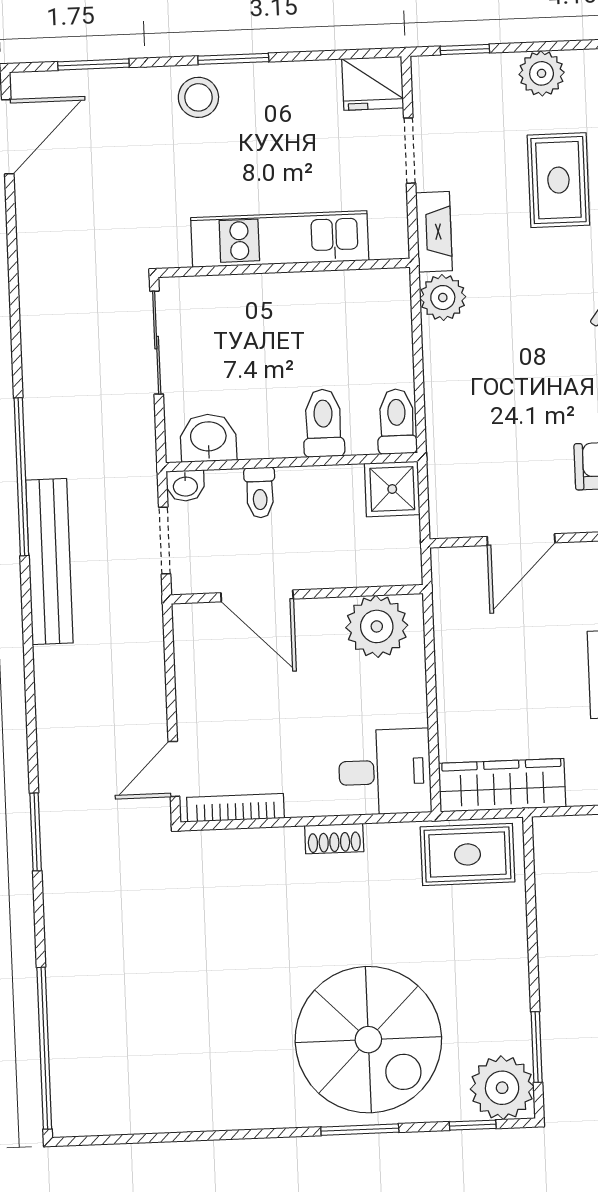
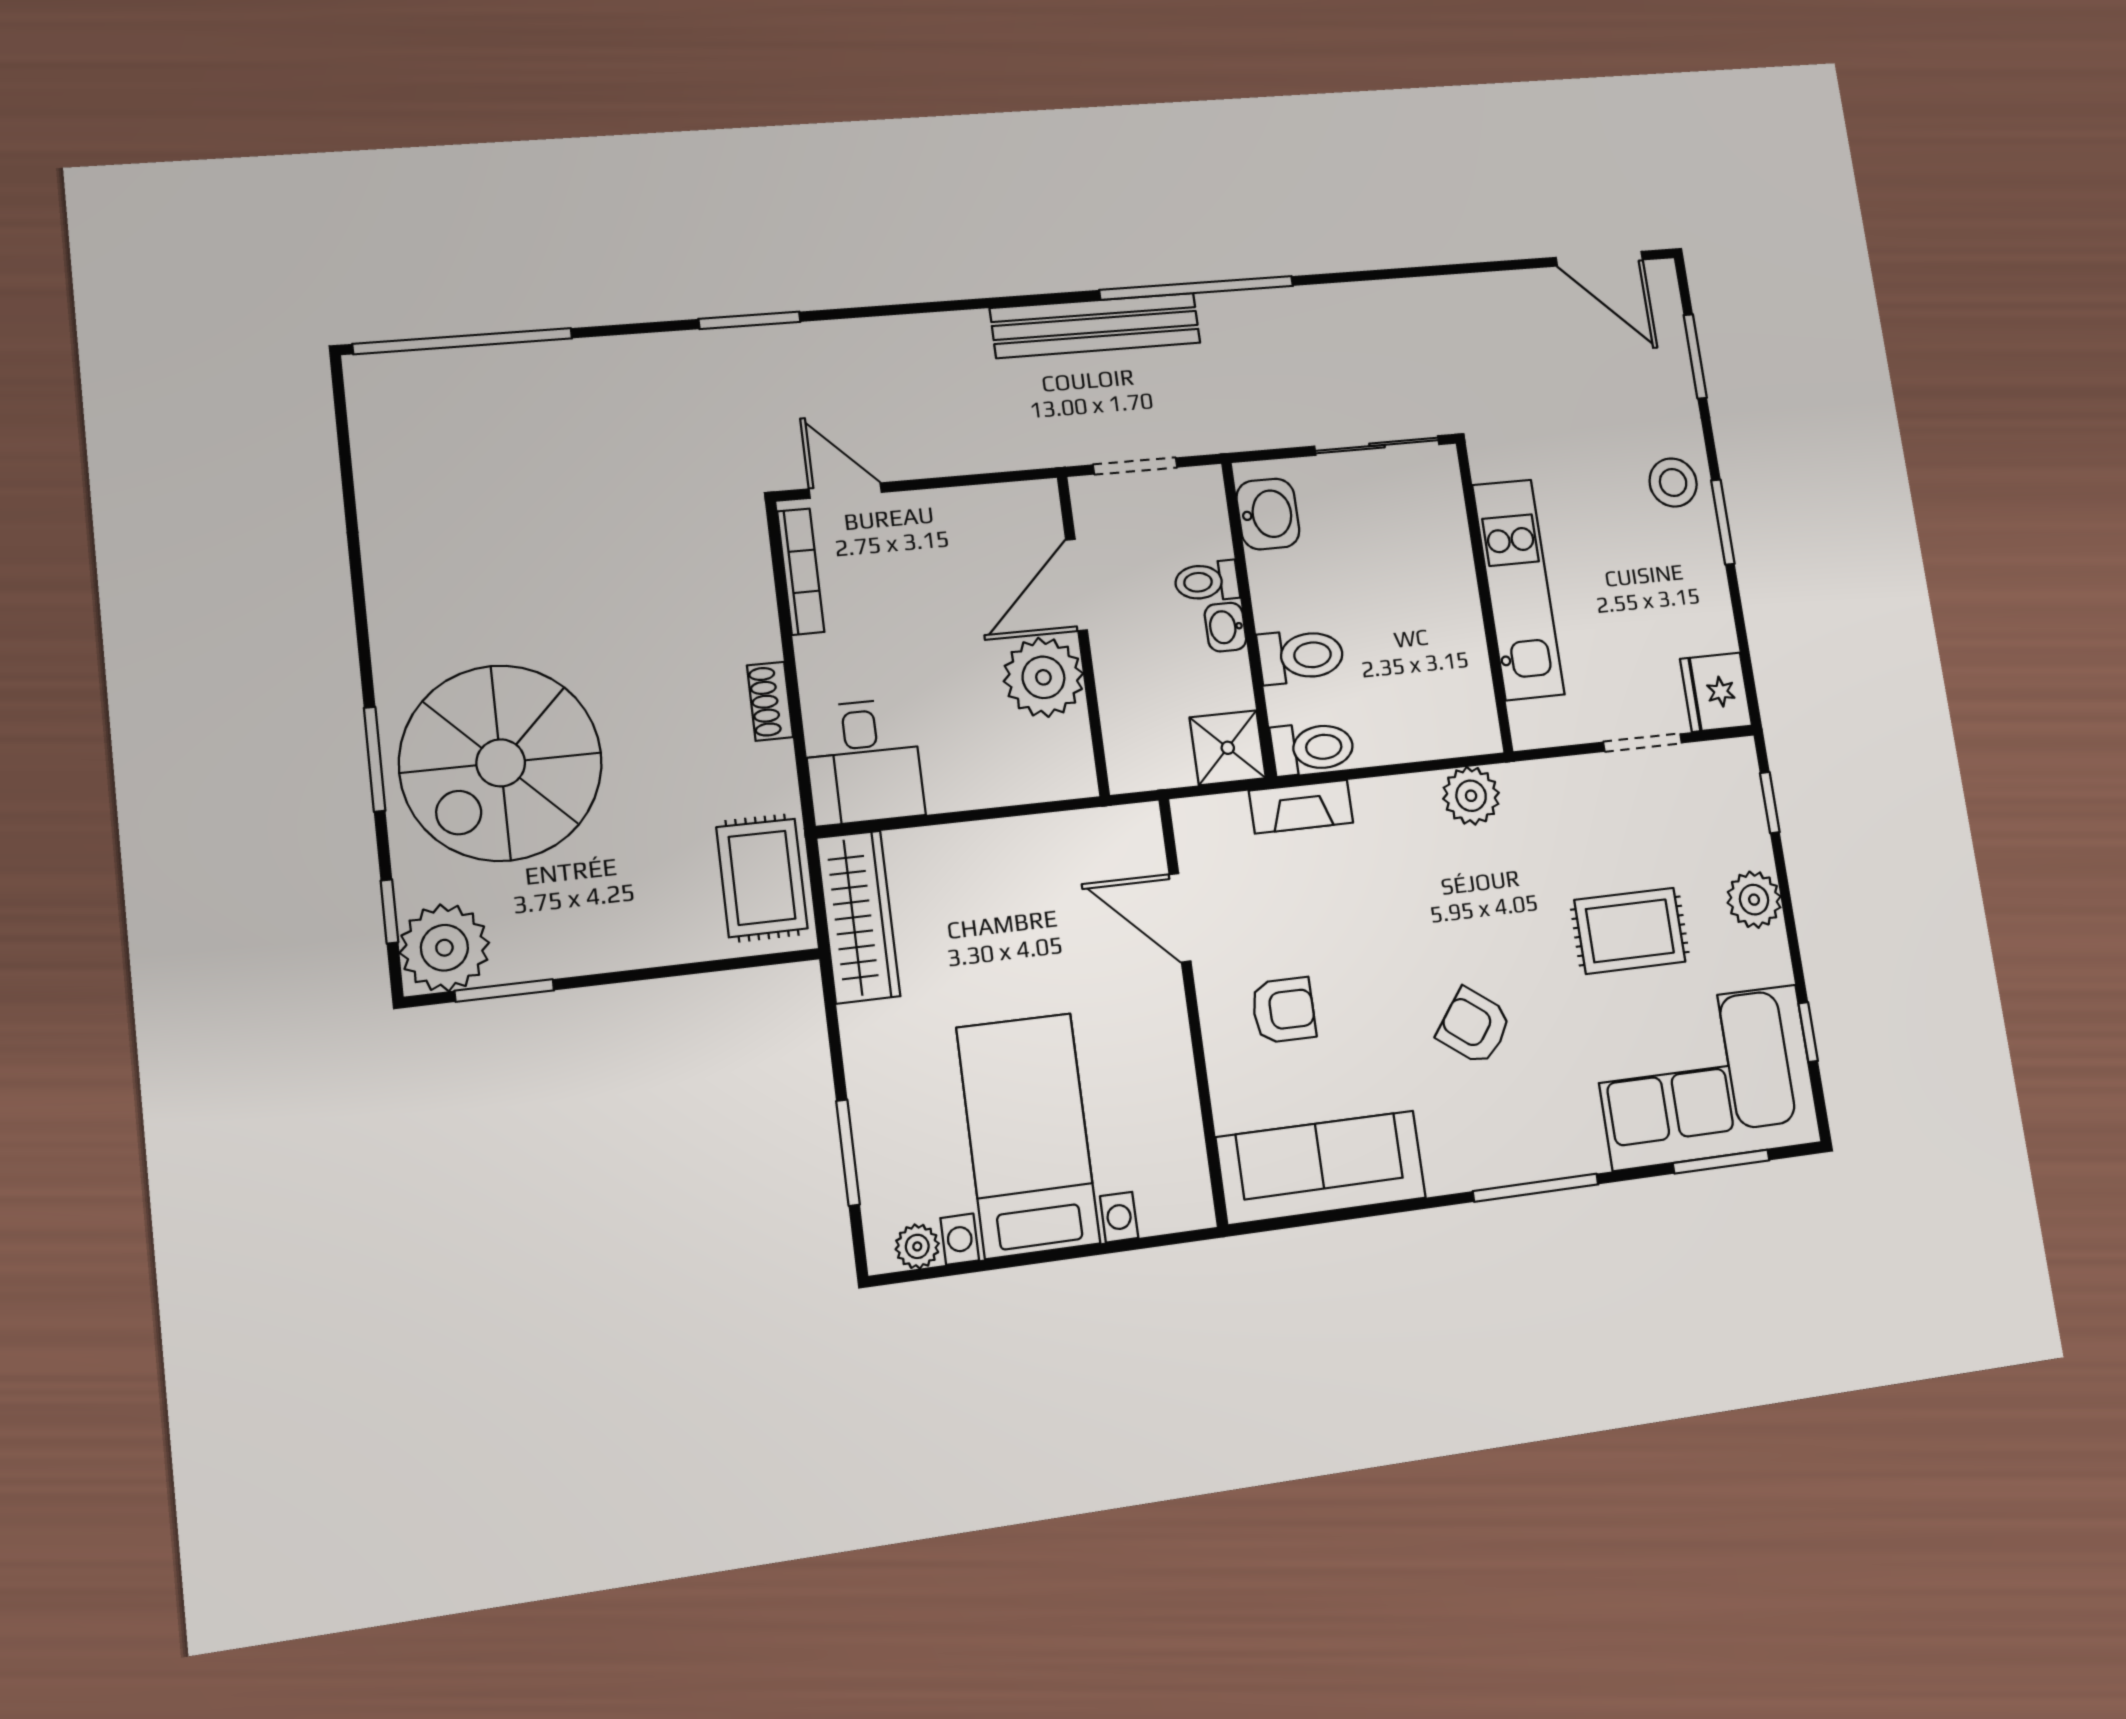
fireplace: (434, 232) -> (1301, 807), moved
washbasin: (185, 486) -> (1225, 627), moved
plant: (377, 626) -> (1043, 677), moved

